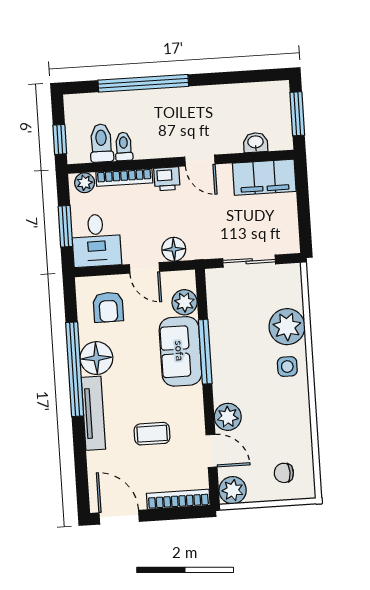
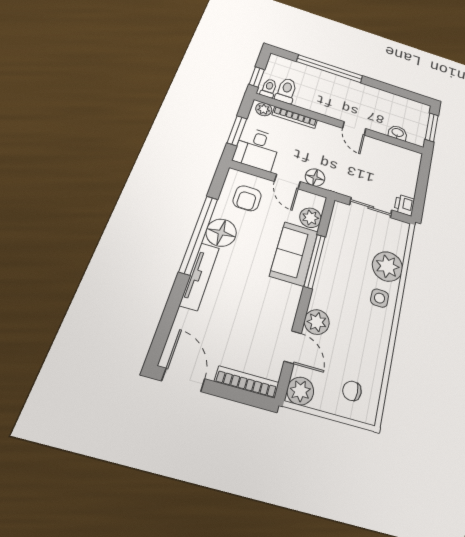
toilet: (124, 146) -> (269, 88), moved
filing cabinet: (264, 177) -> (398, 156), removed
printer: (167, 179) -> (404, 205), moved, turned 90
coffee table: (152, 434) -> (245, 313), removed

